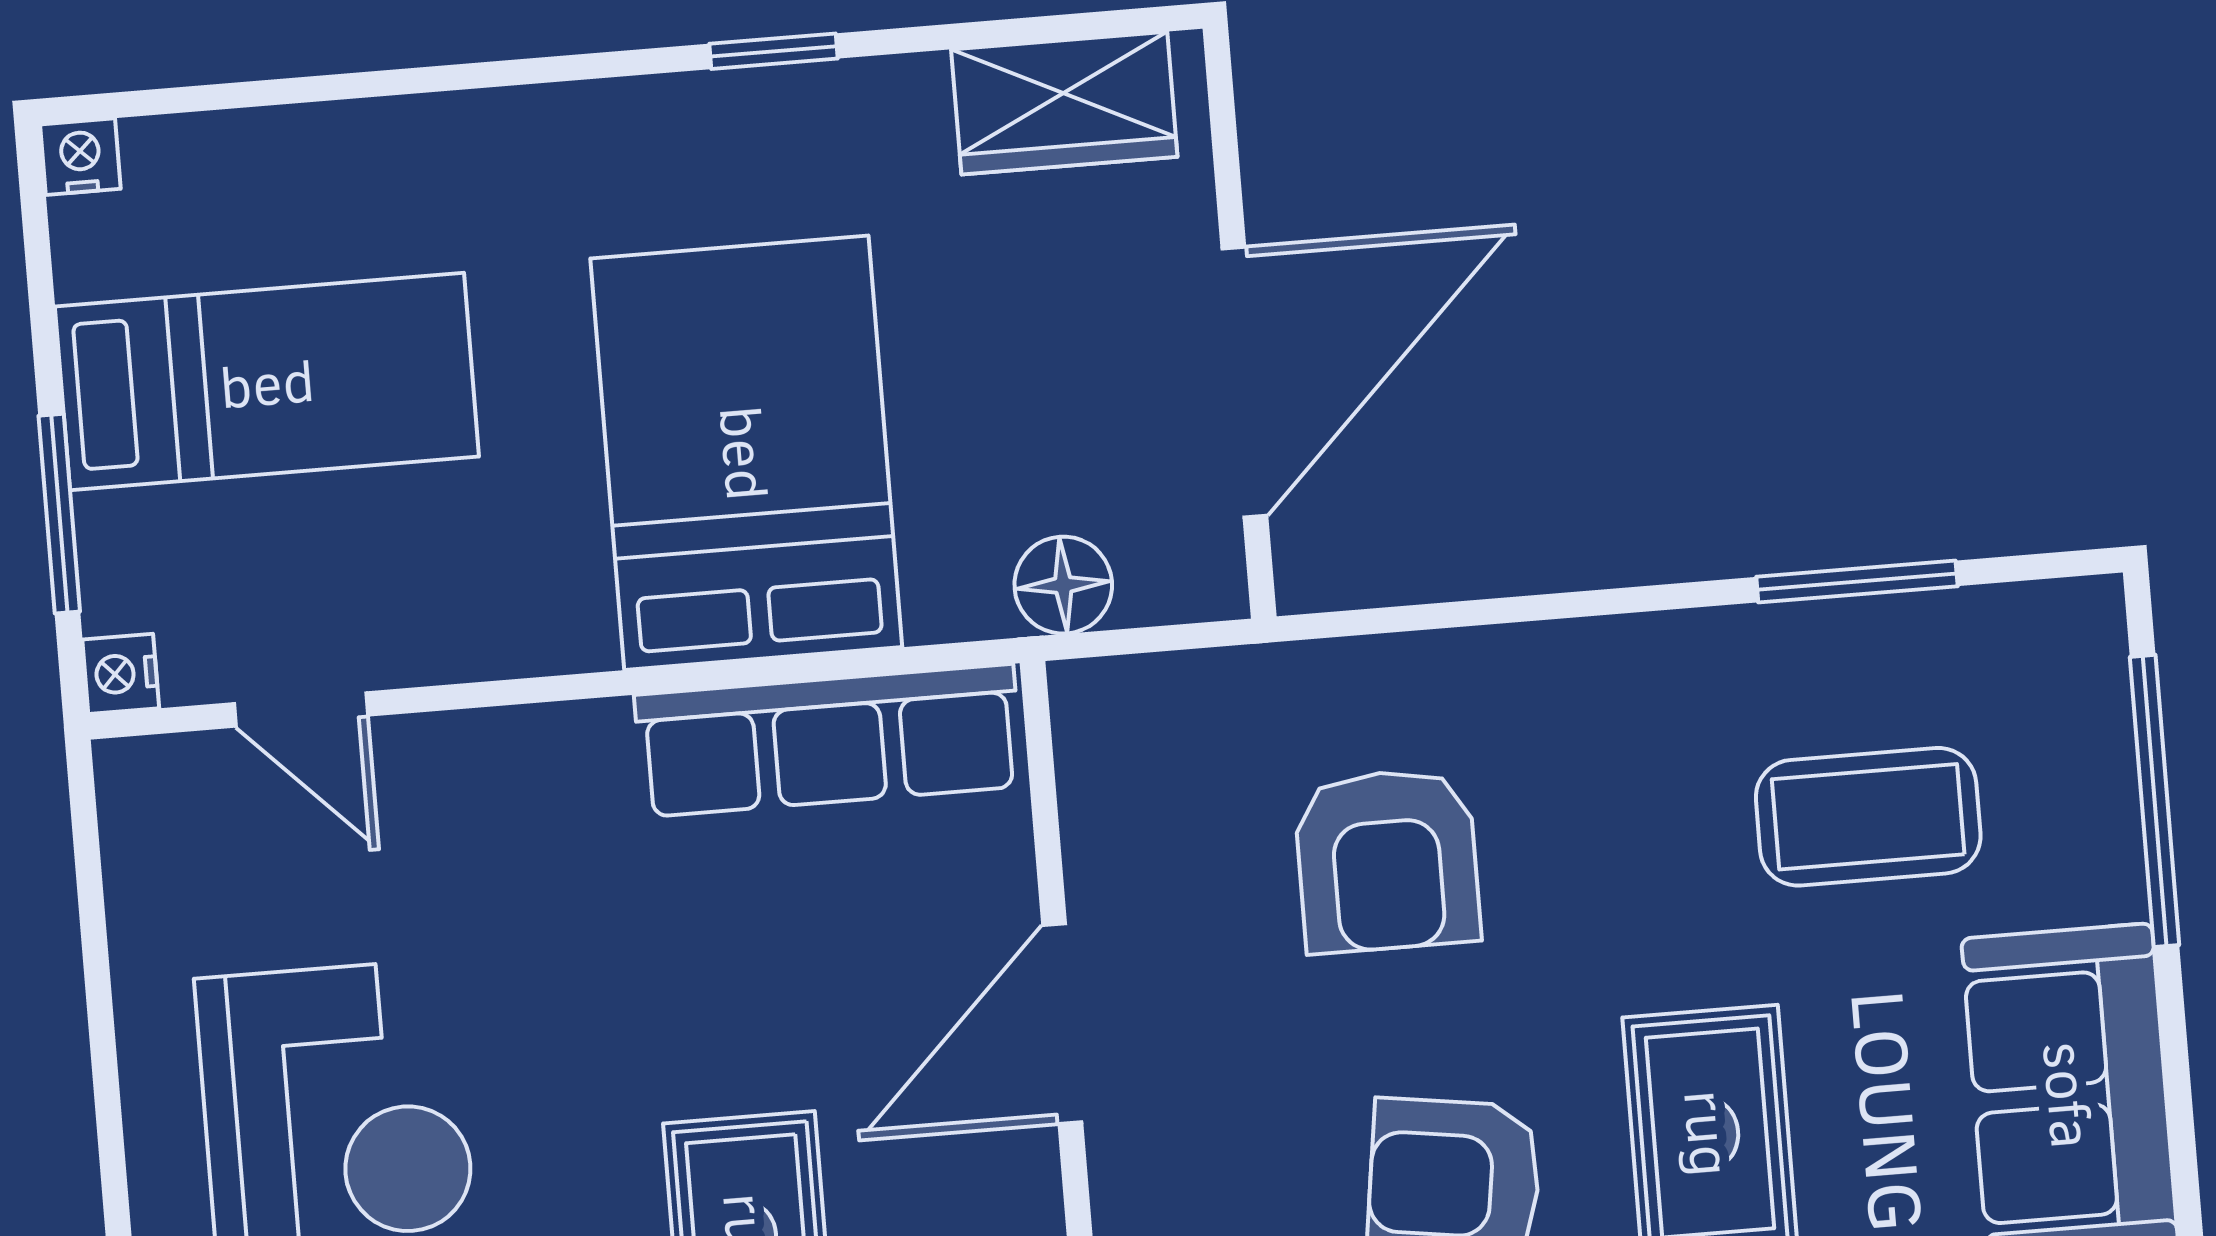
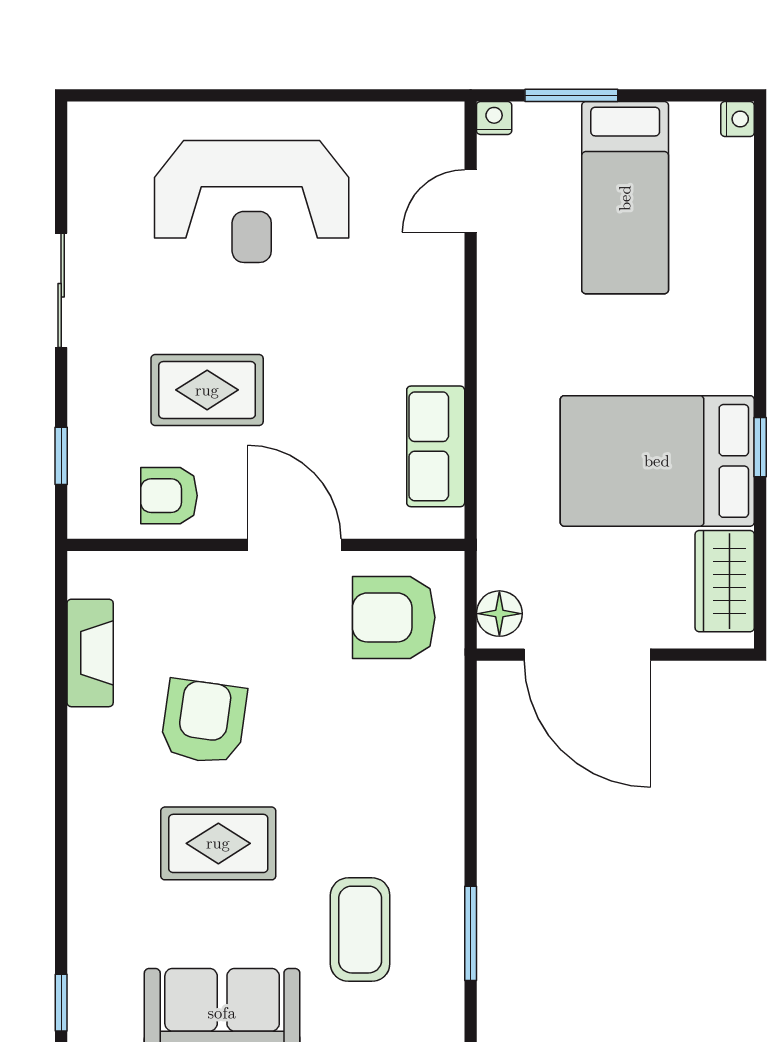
bed: (746, 453) -> (657, 461), moved, turned 180
floor lamp: (1063, 585) -> (499, 614), moved
row of seats: (829, 741) -> (436, 446), width x0.68
armchair: (1387, 860) -> (394, 617), moved

